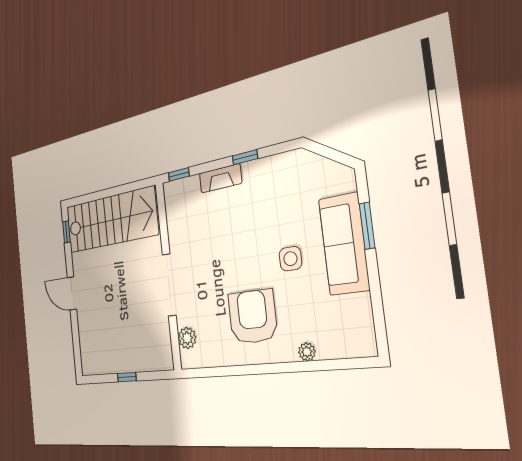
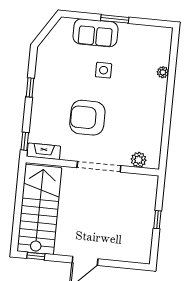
fireplace: (220, 178) -> (44, 151), moved, turned -90
window: (367, 226) -> (115, 19), moved
sofa: (344, 244) -> (95, 33), width x0.73
armchair: (253, 317) -> (87, 118), moved

